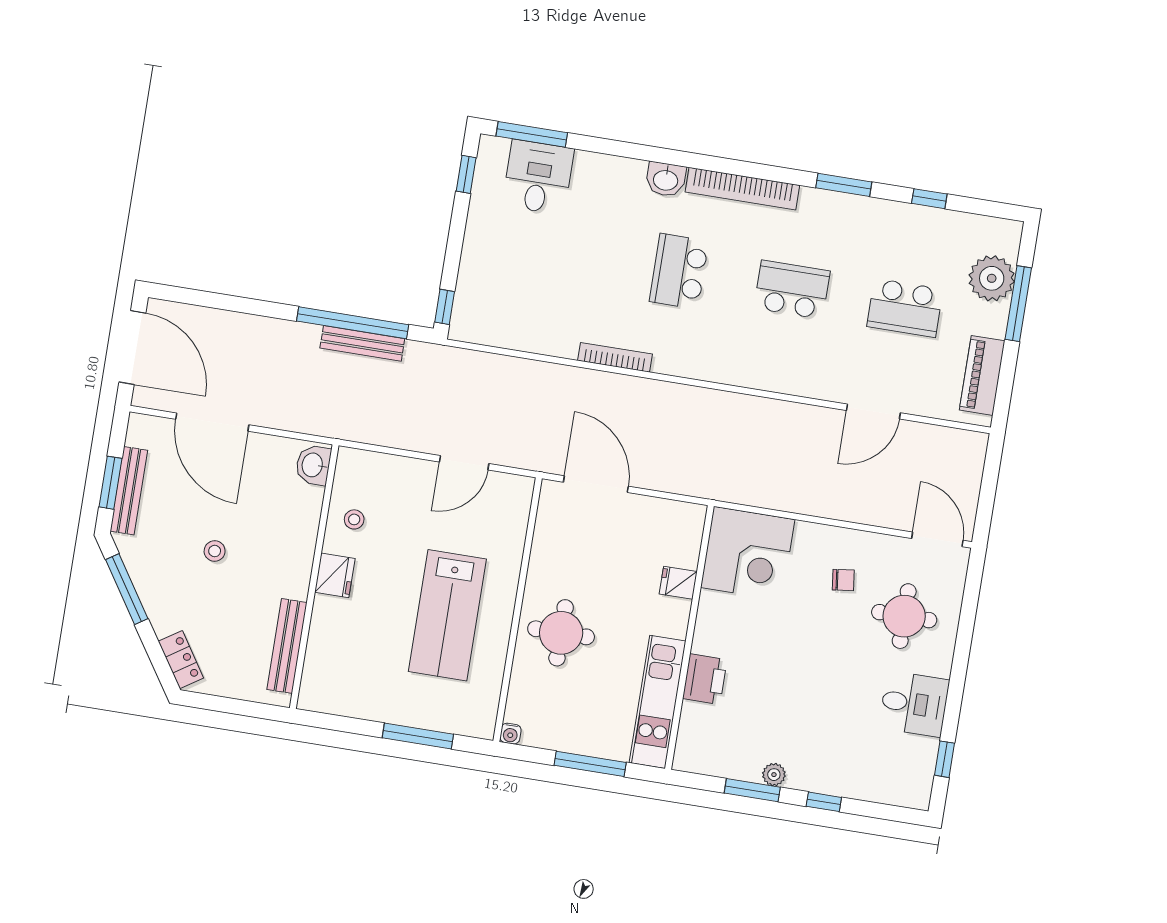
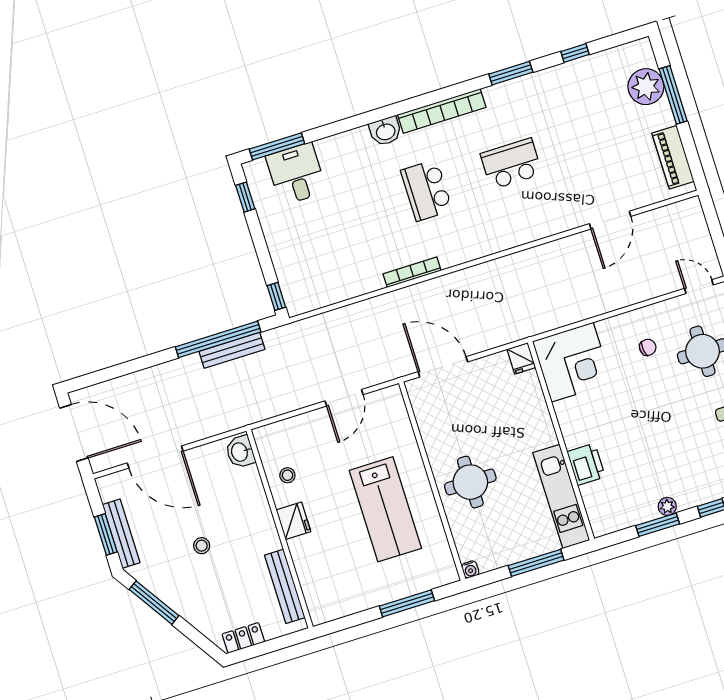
school desk: (905, 308) -> (596, 137), removed
door: (937, 539) -> (699, 287), width x0.73
fridge: (678, 583) -> (521, 358), moved, turned -90
locker: (181, 660) -> (243, 638), moved, turned -57

